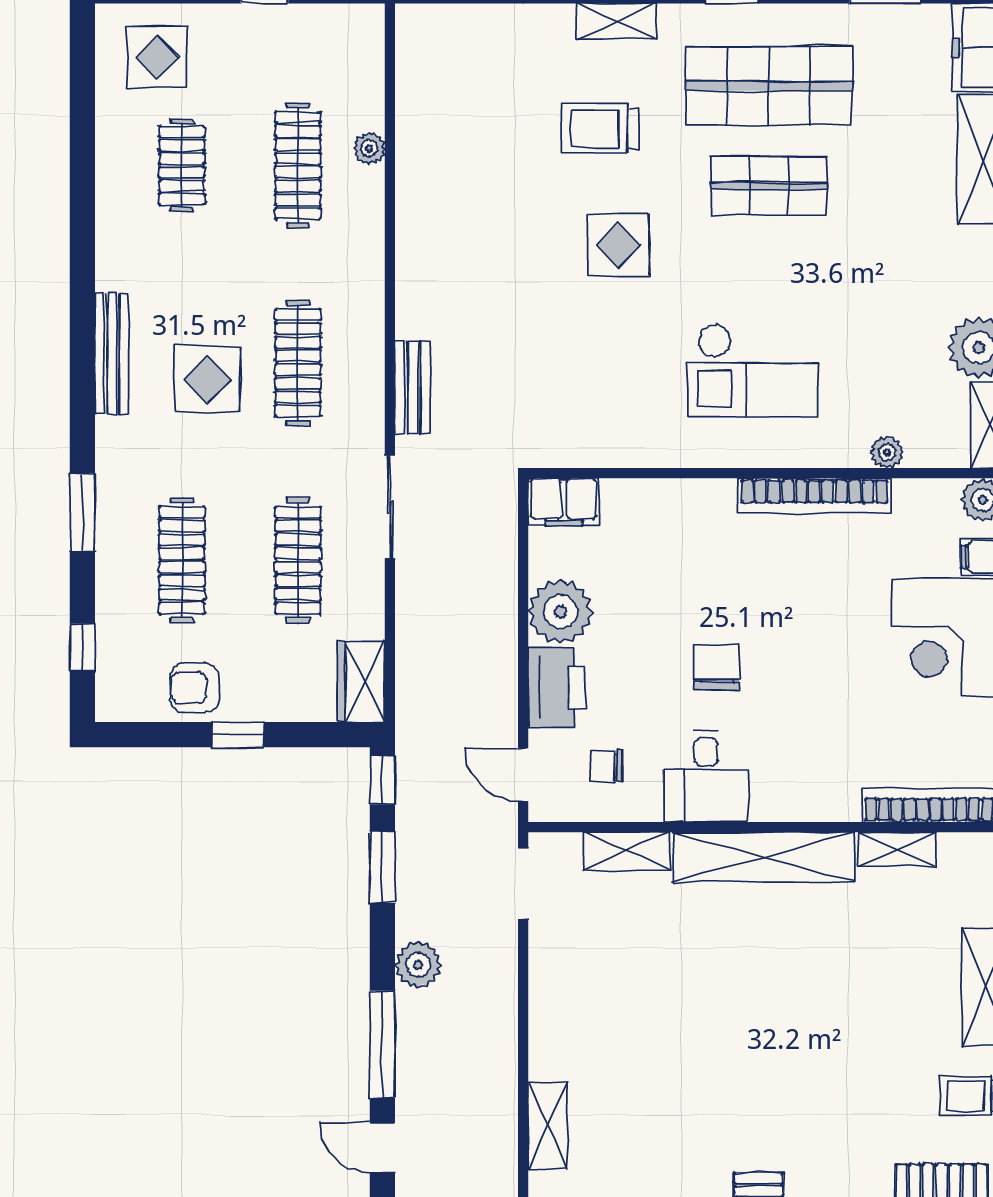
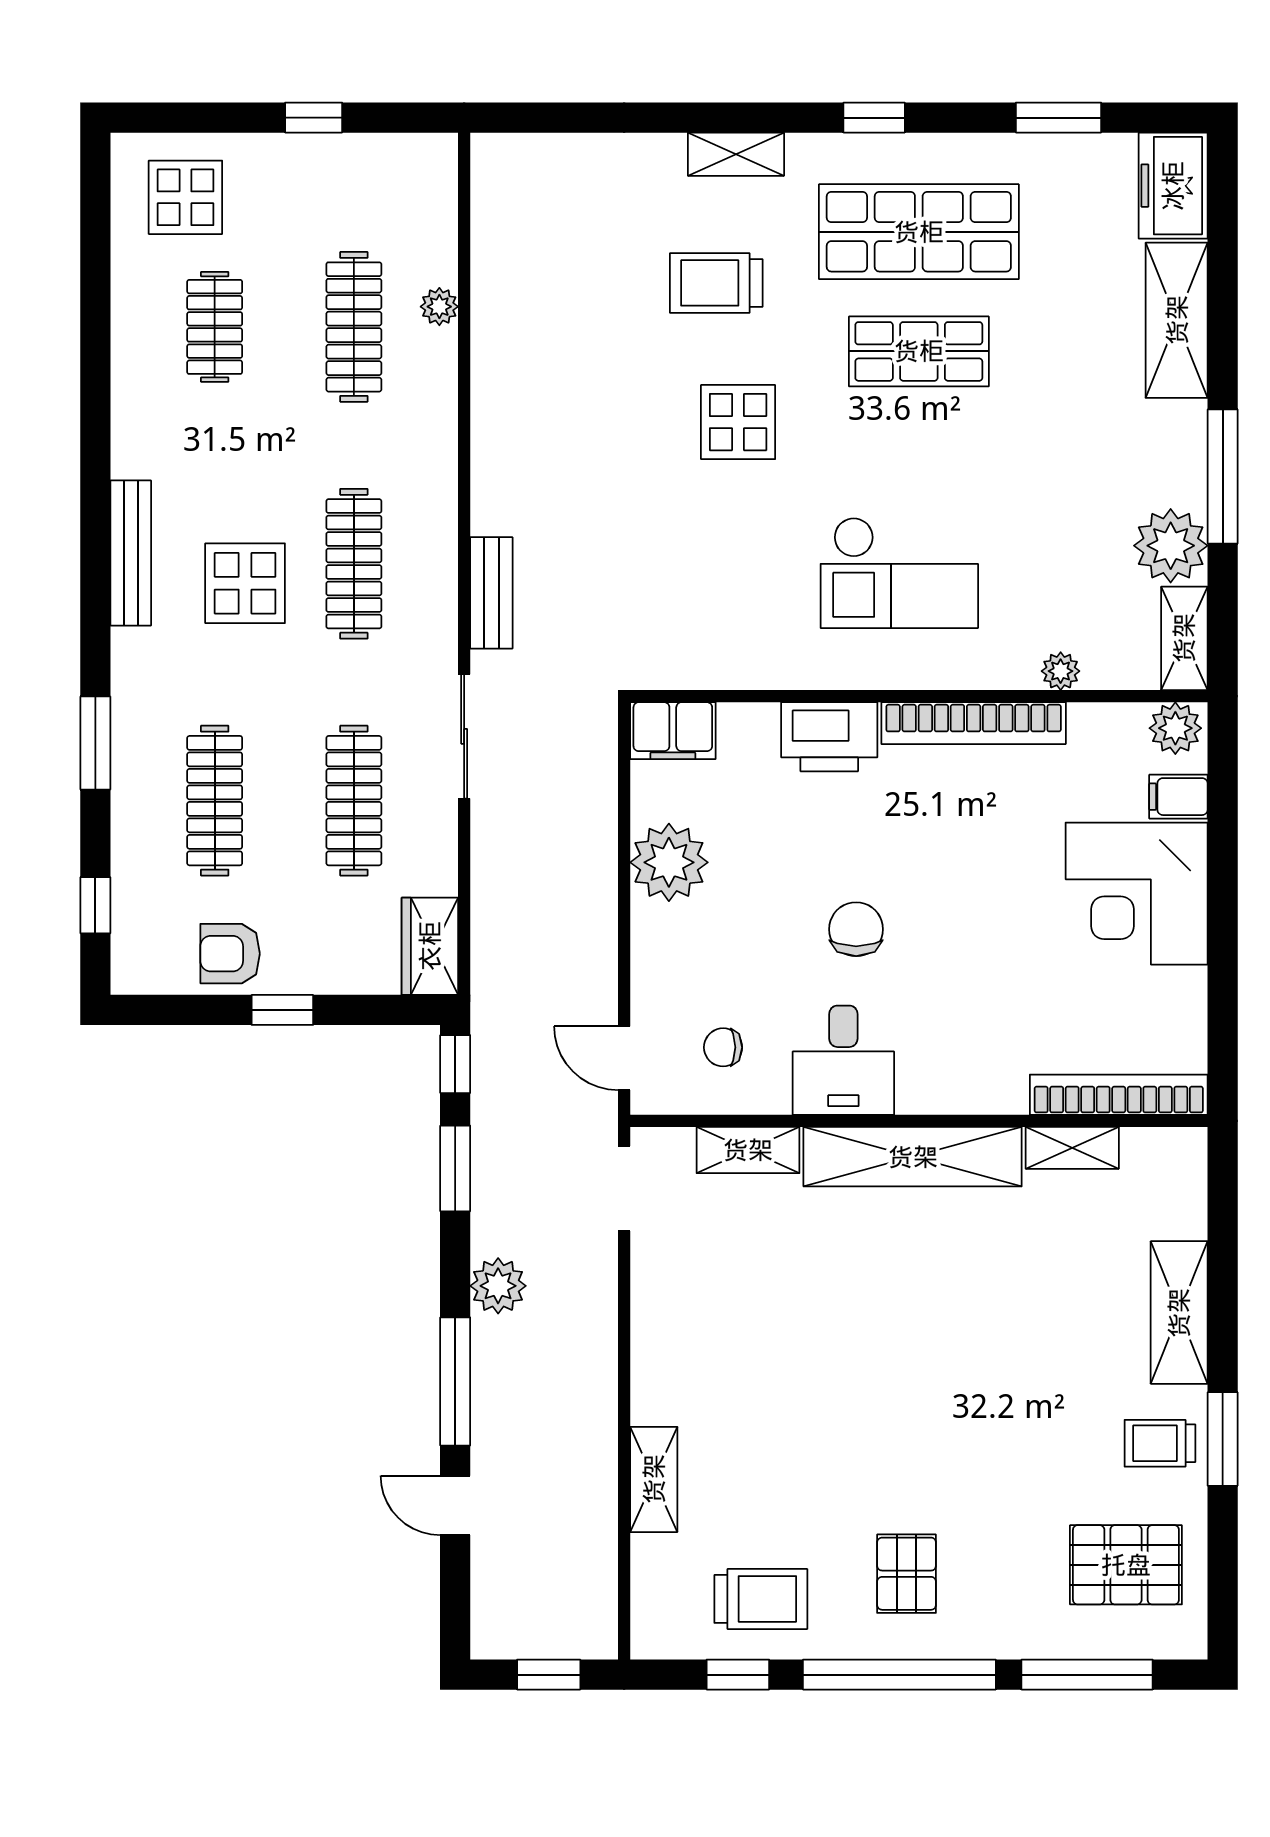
printer: (557, 688) -> (829, 737), moved, turned 90

